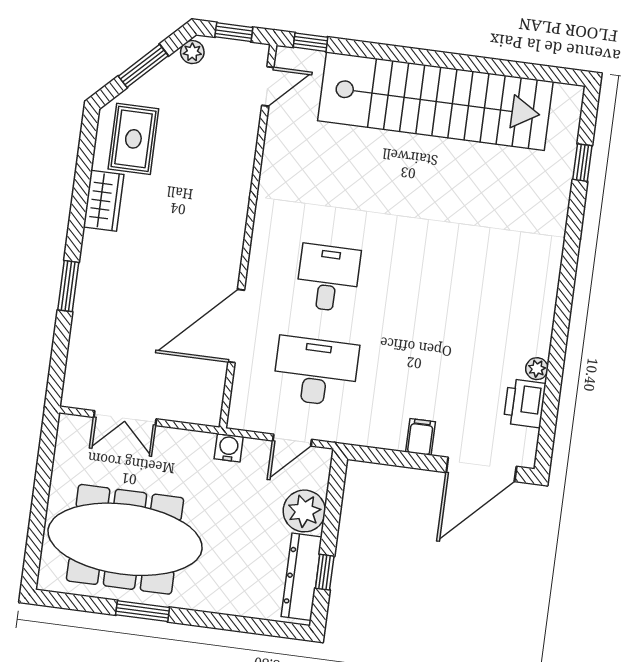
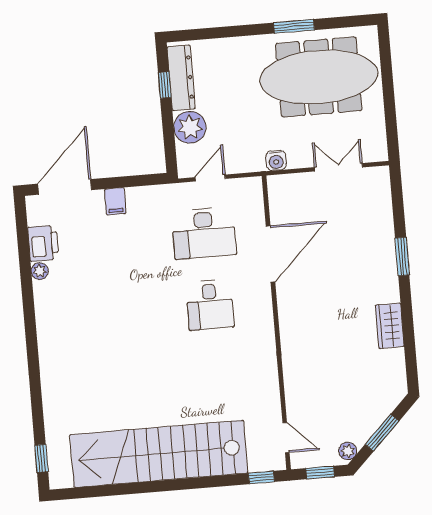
door: (268, 86) -> (286, 438), swing flipped
rug: (133, 139) -> (378, 377), removed
window: (582, 163) -> (41, 458), moved
water cooler: (229, 448) -> (276, 160), moved

